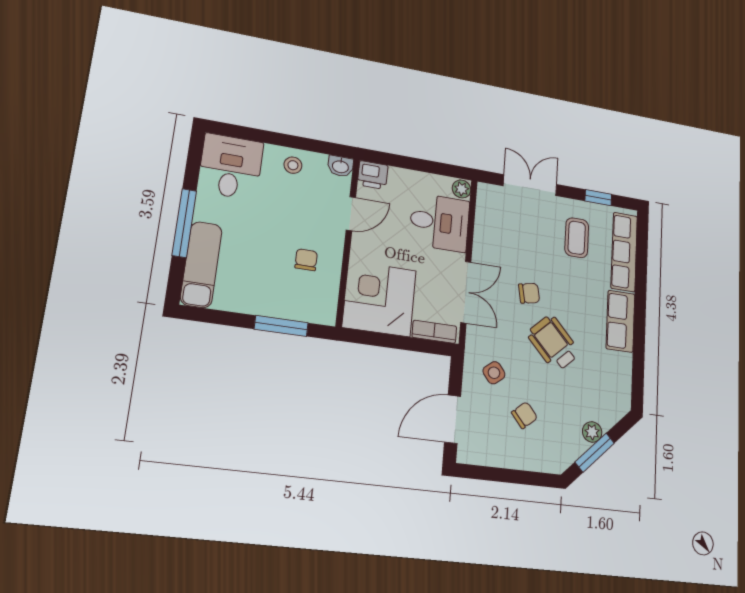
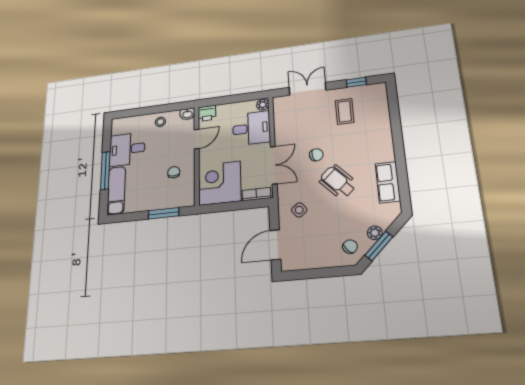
desk: (231, 167) -> (127, 149), moved, turned -90
row of seats: (624, 252) -> (381, 111), removed
row of seats: (620, 321) -> (388, 182), moved
chair: (524, 415) -> (350, 247), moved

